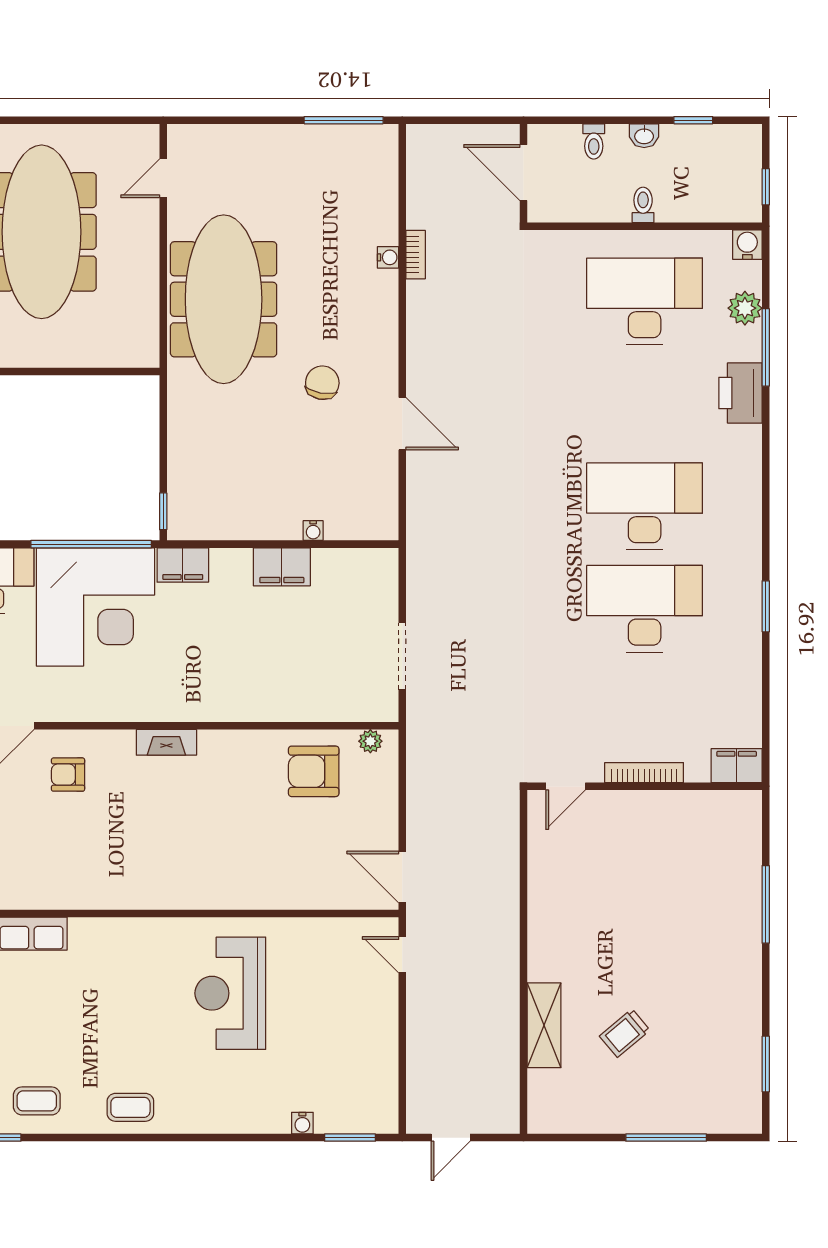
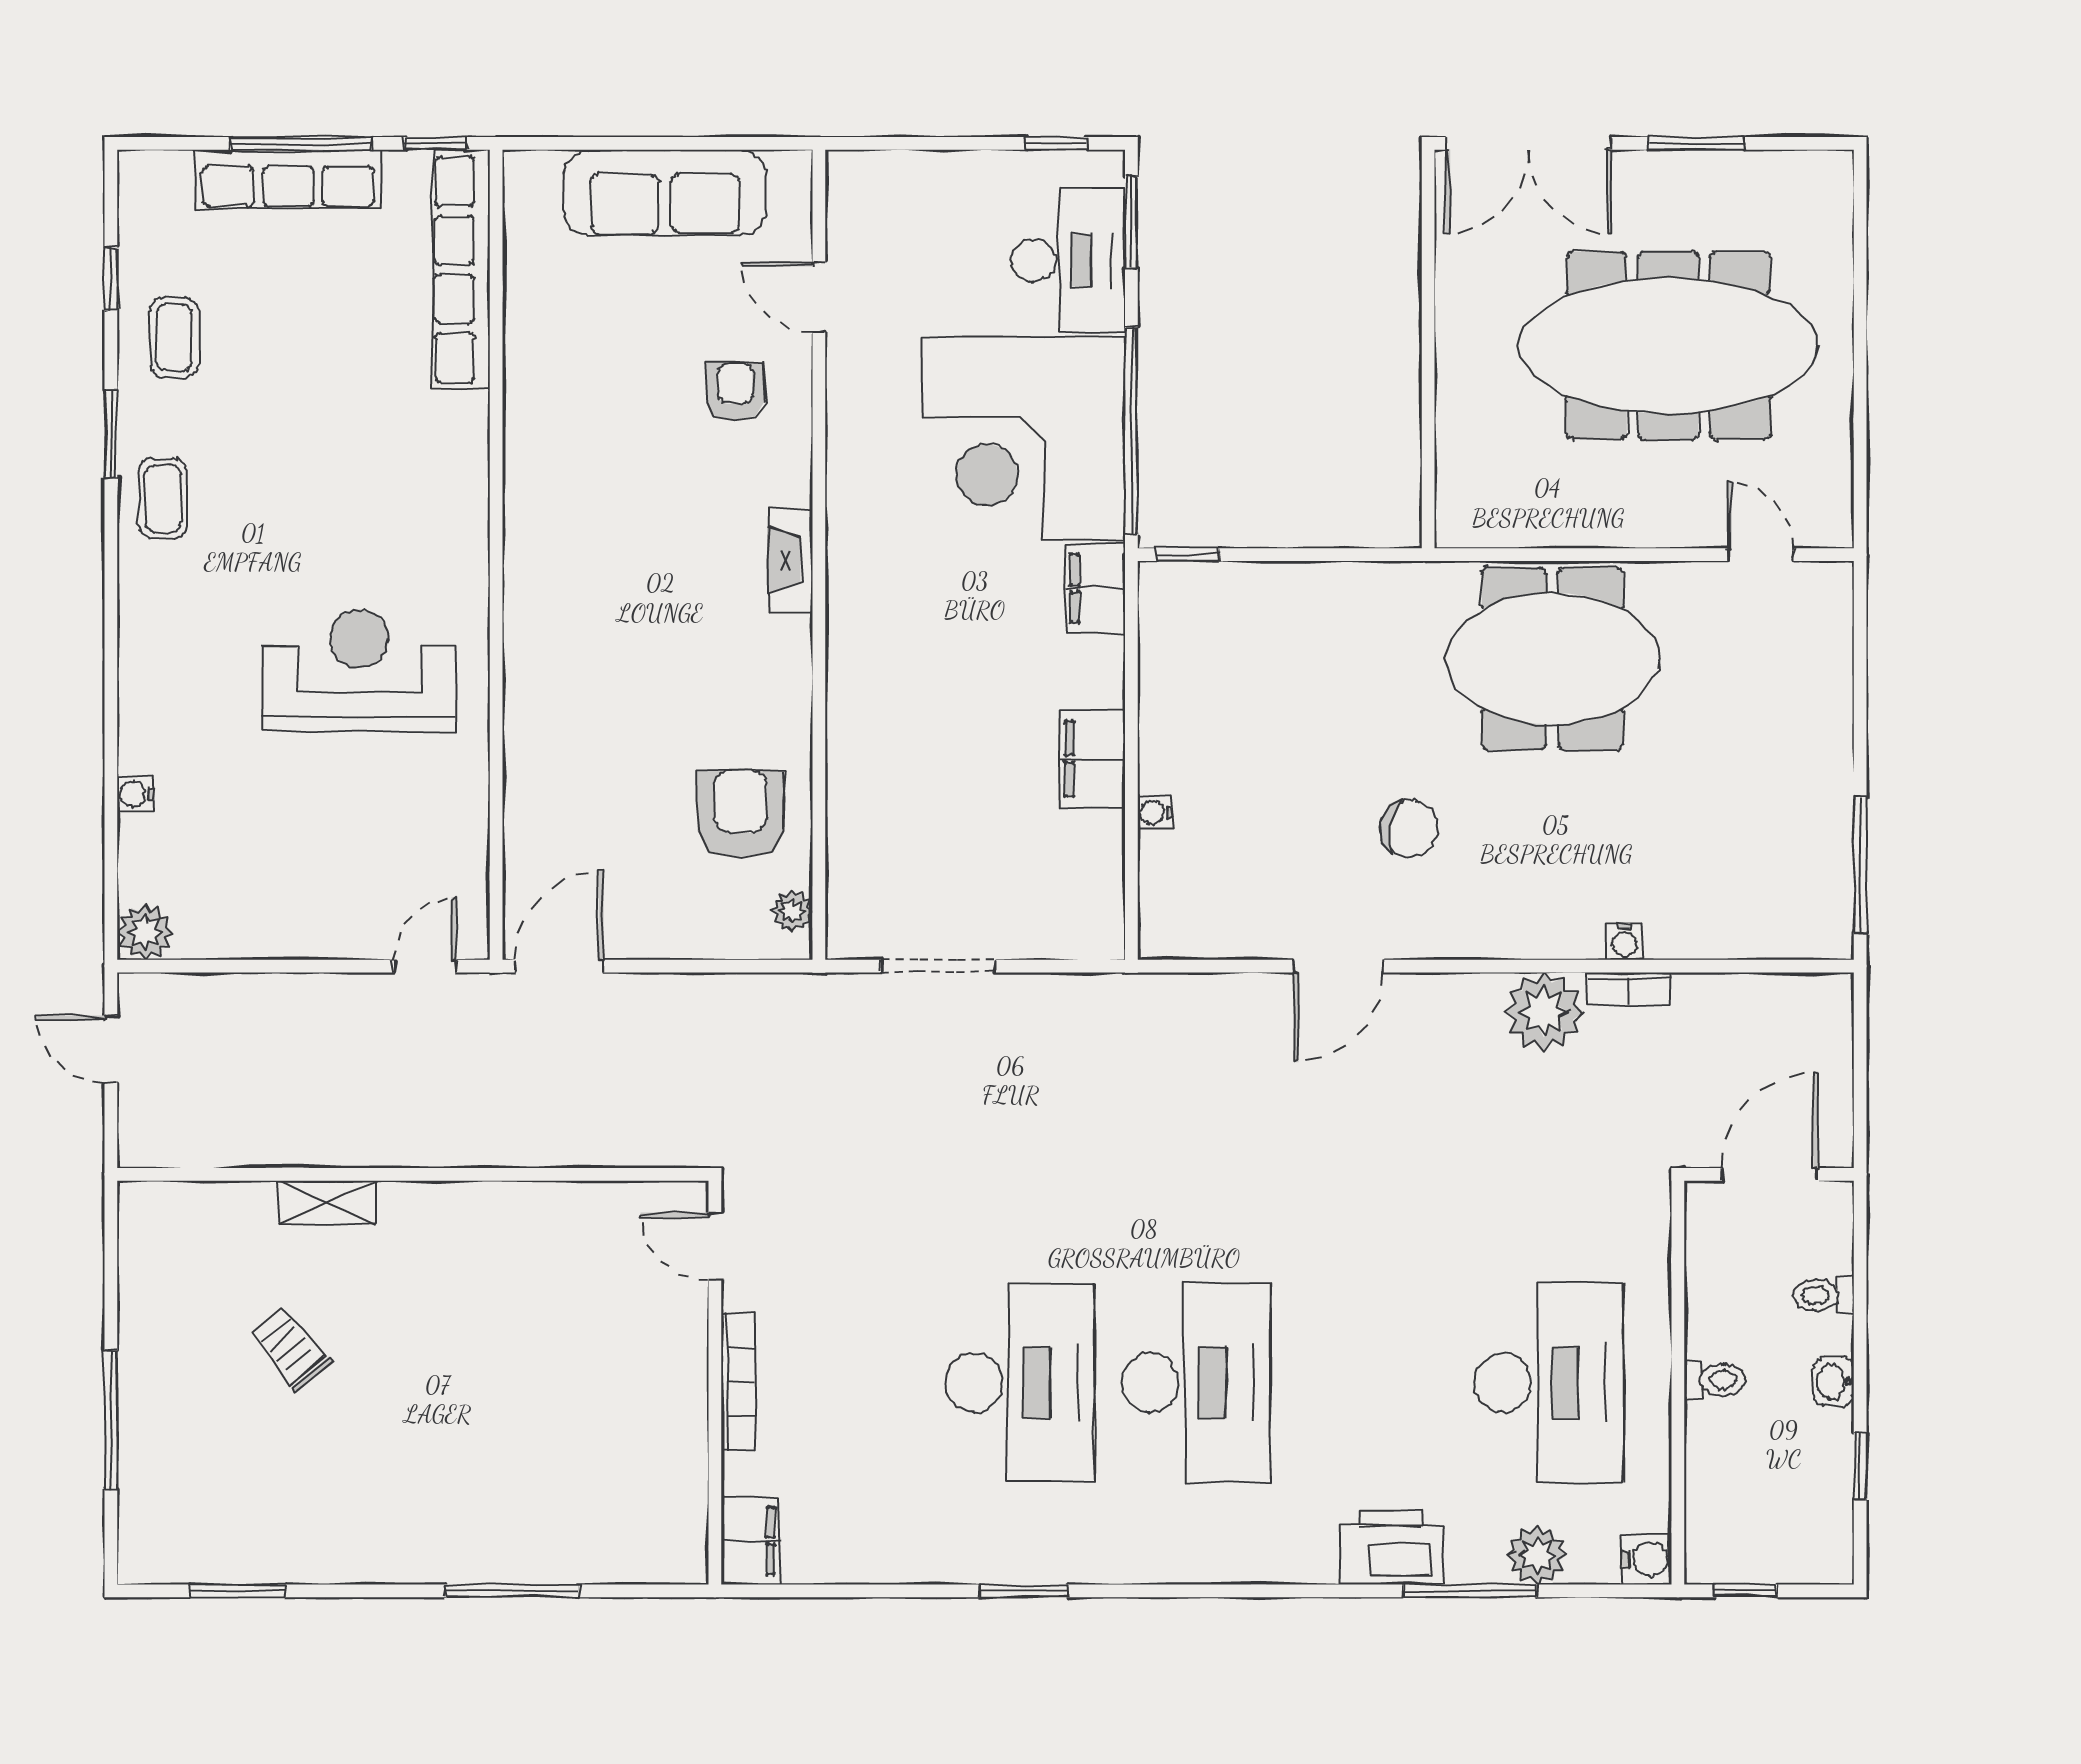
meeting table: (224, 299) -> (1552, 659), width x0.73
plant: (429, 304) -> (1544, 1012), added
shelving: (544, 1025) -> (328, 1202), width x0.67, depth x0.75
plant: (383, 1118) -> (145, 932), added
window: (350, 1138) -> (111, 433), moved

